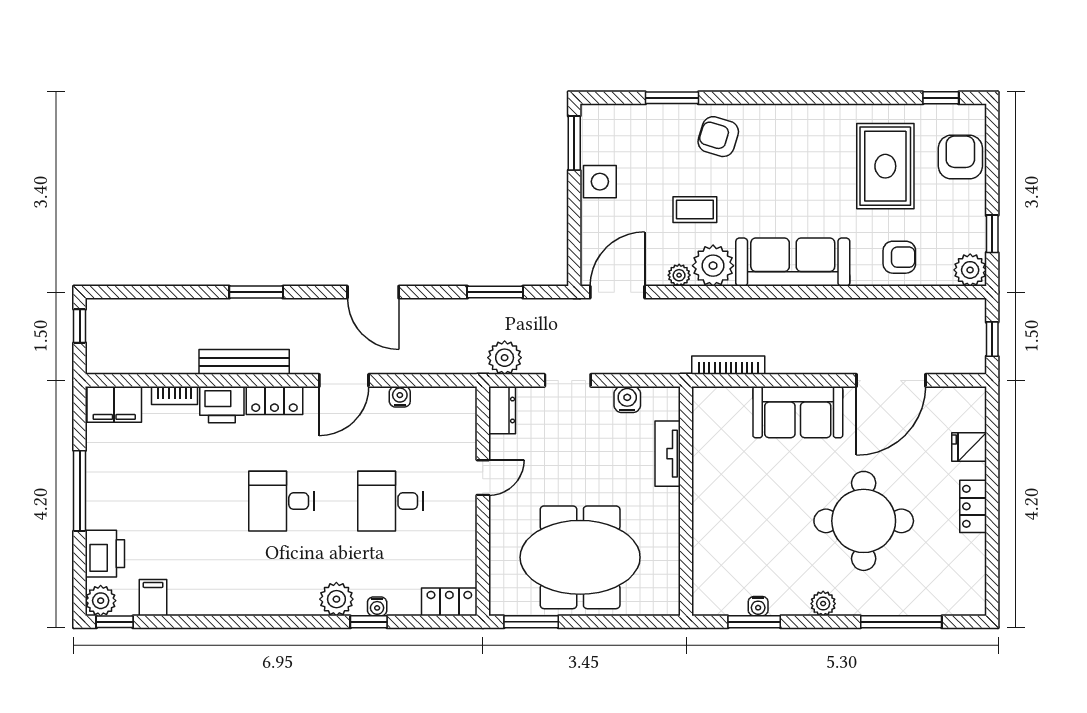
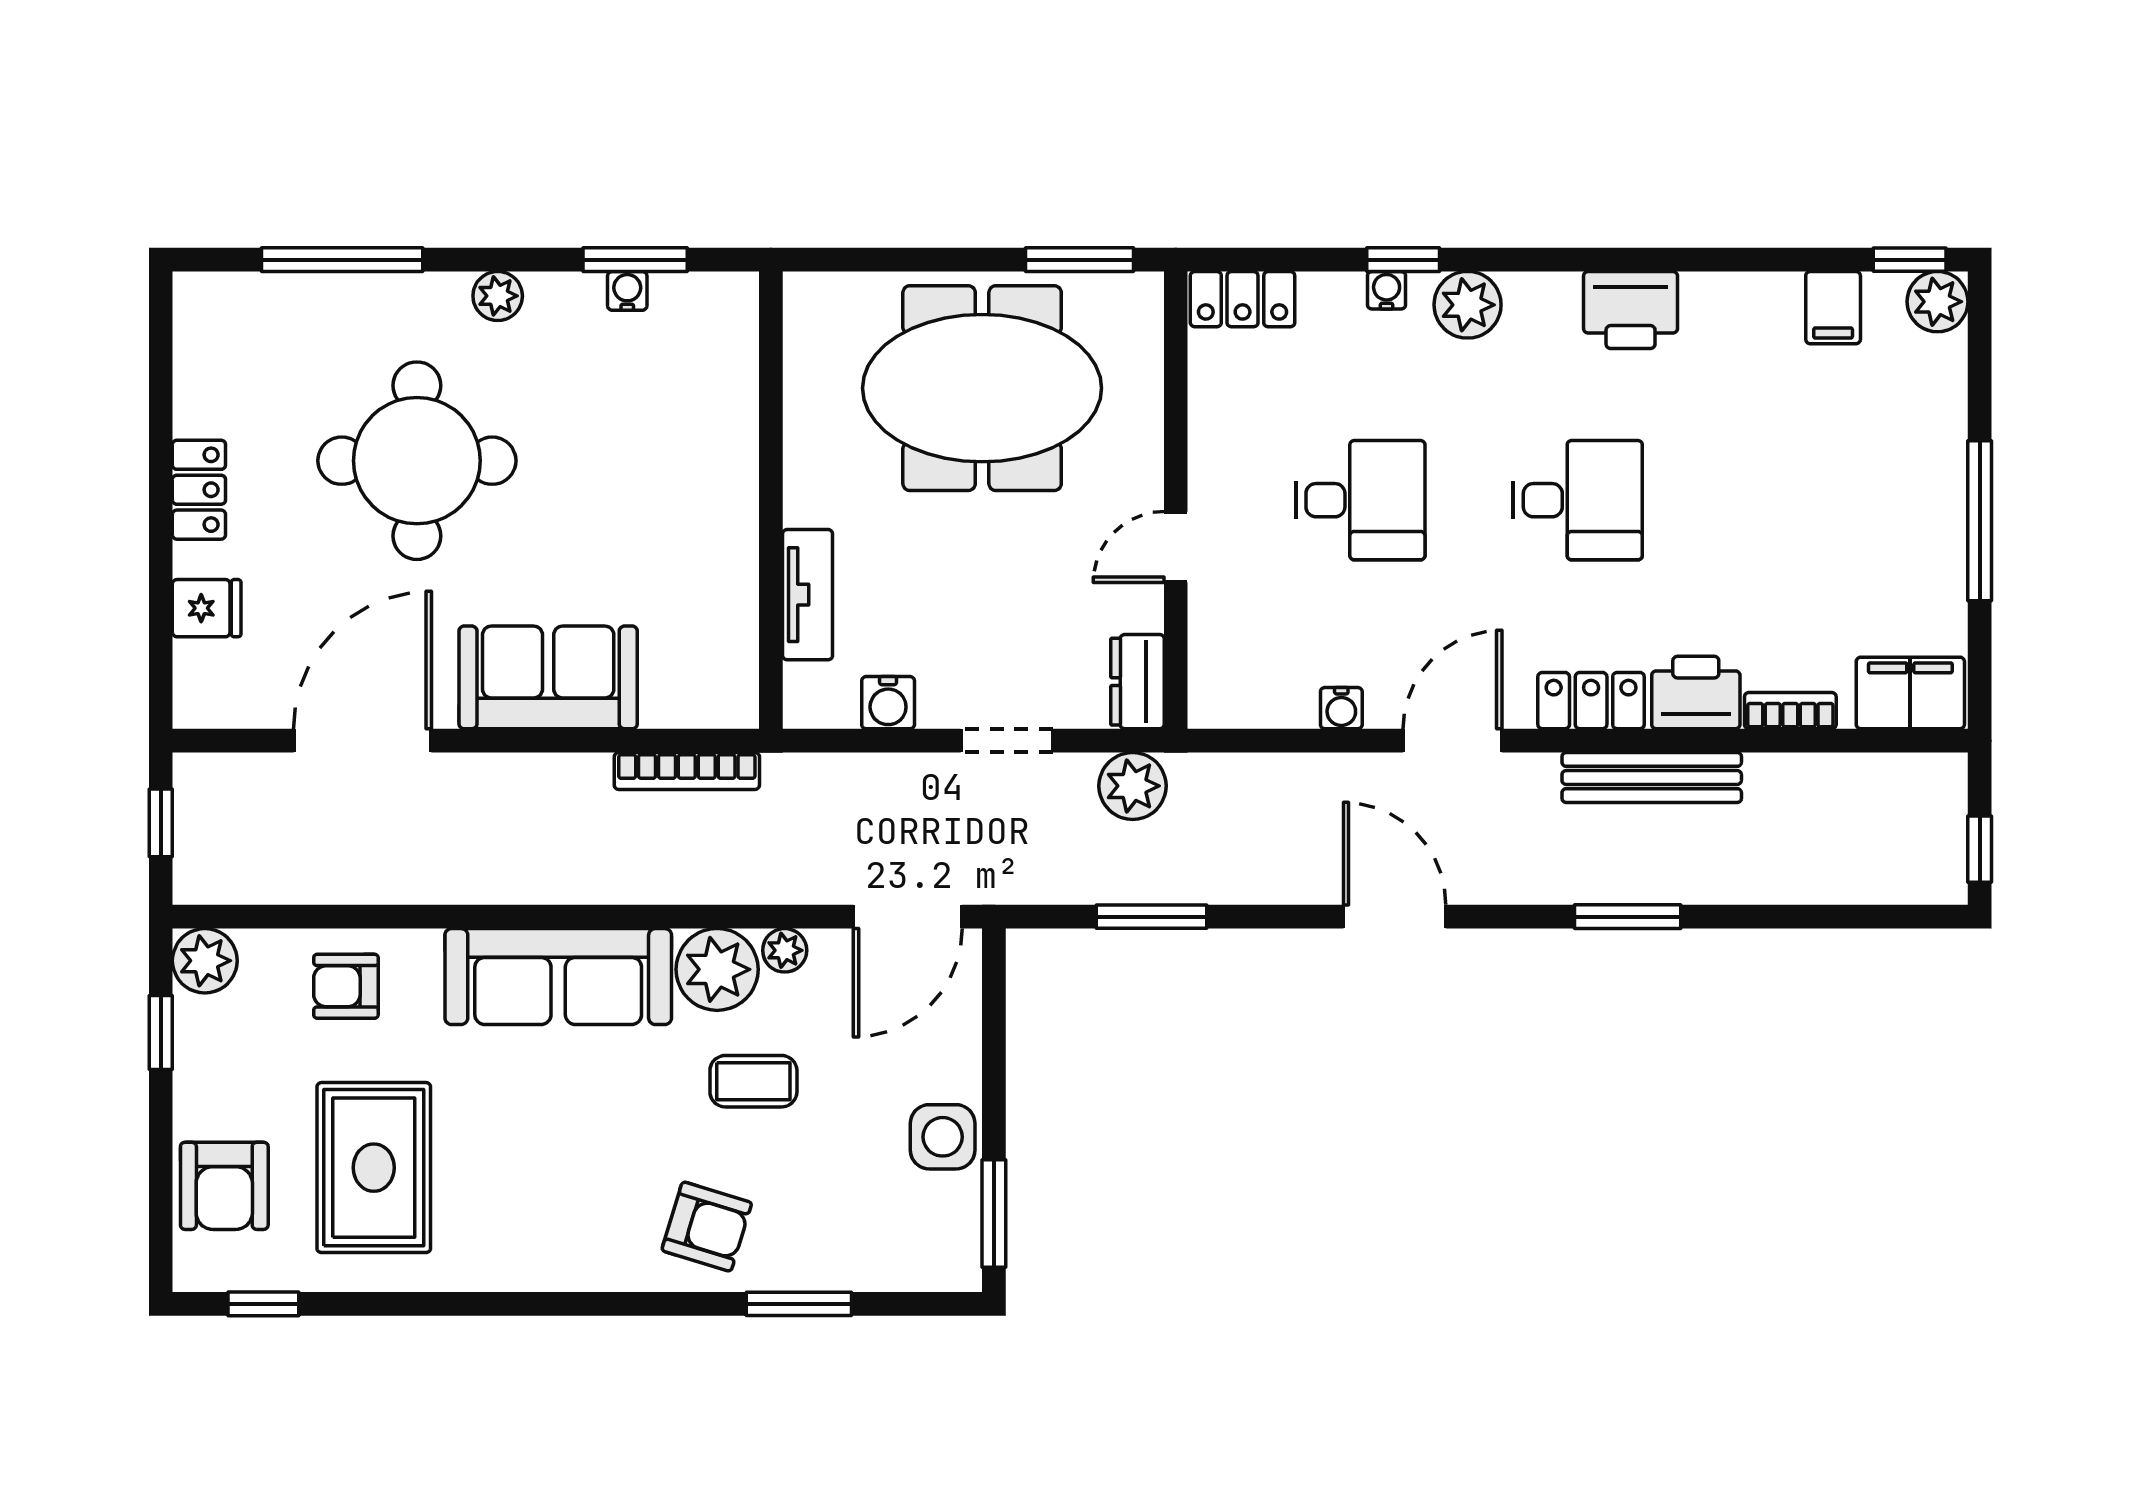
printer: (105, 554) -> (1631, 310), moved, turned -90

